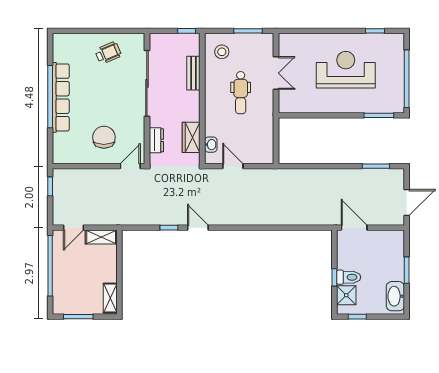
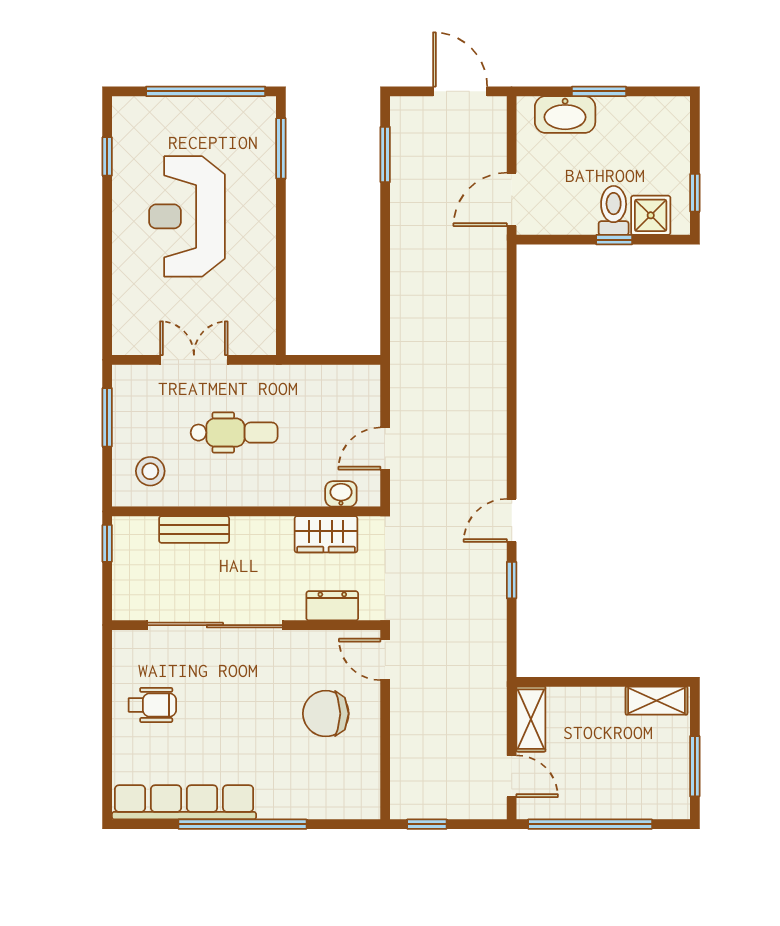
wheelchair: (108, 53) -> (152, 705), turned 113
row of seats: (61, 97) -> (184, 802), moved
washbasin: (395, 296) -> (565, 114), moved

